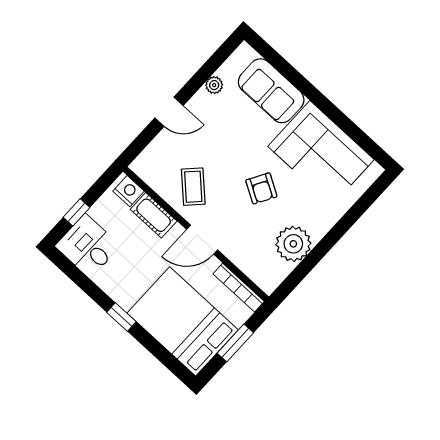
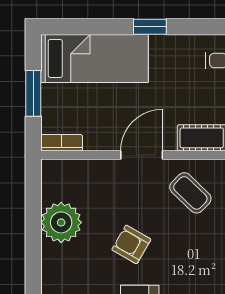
bookcase: (239, 288) -> (62, 143), width x0.64
bed: (183, 321) -> (94, 58), width x0.67

